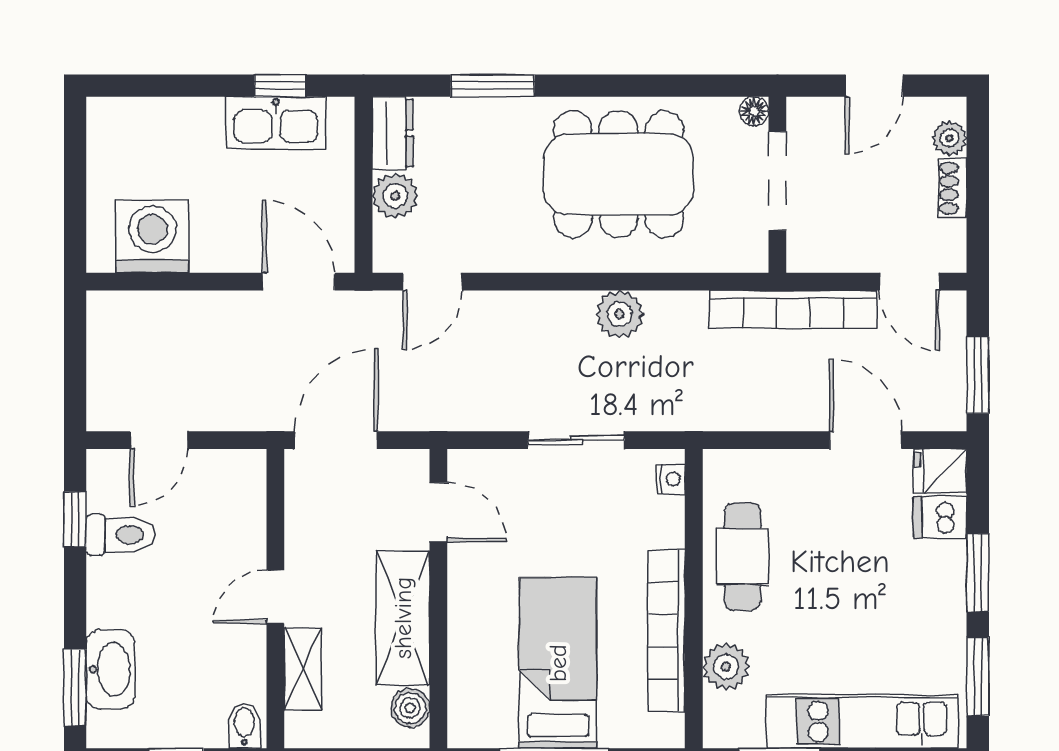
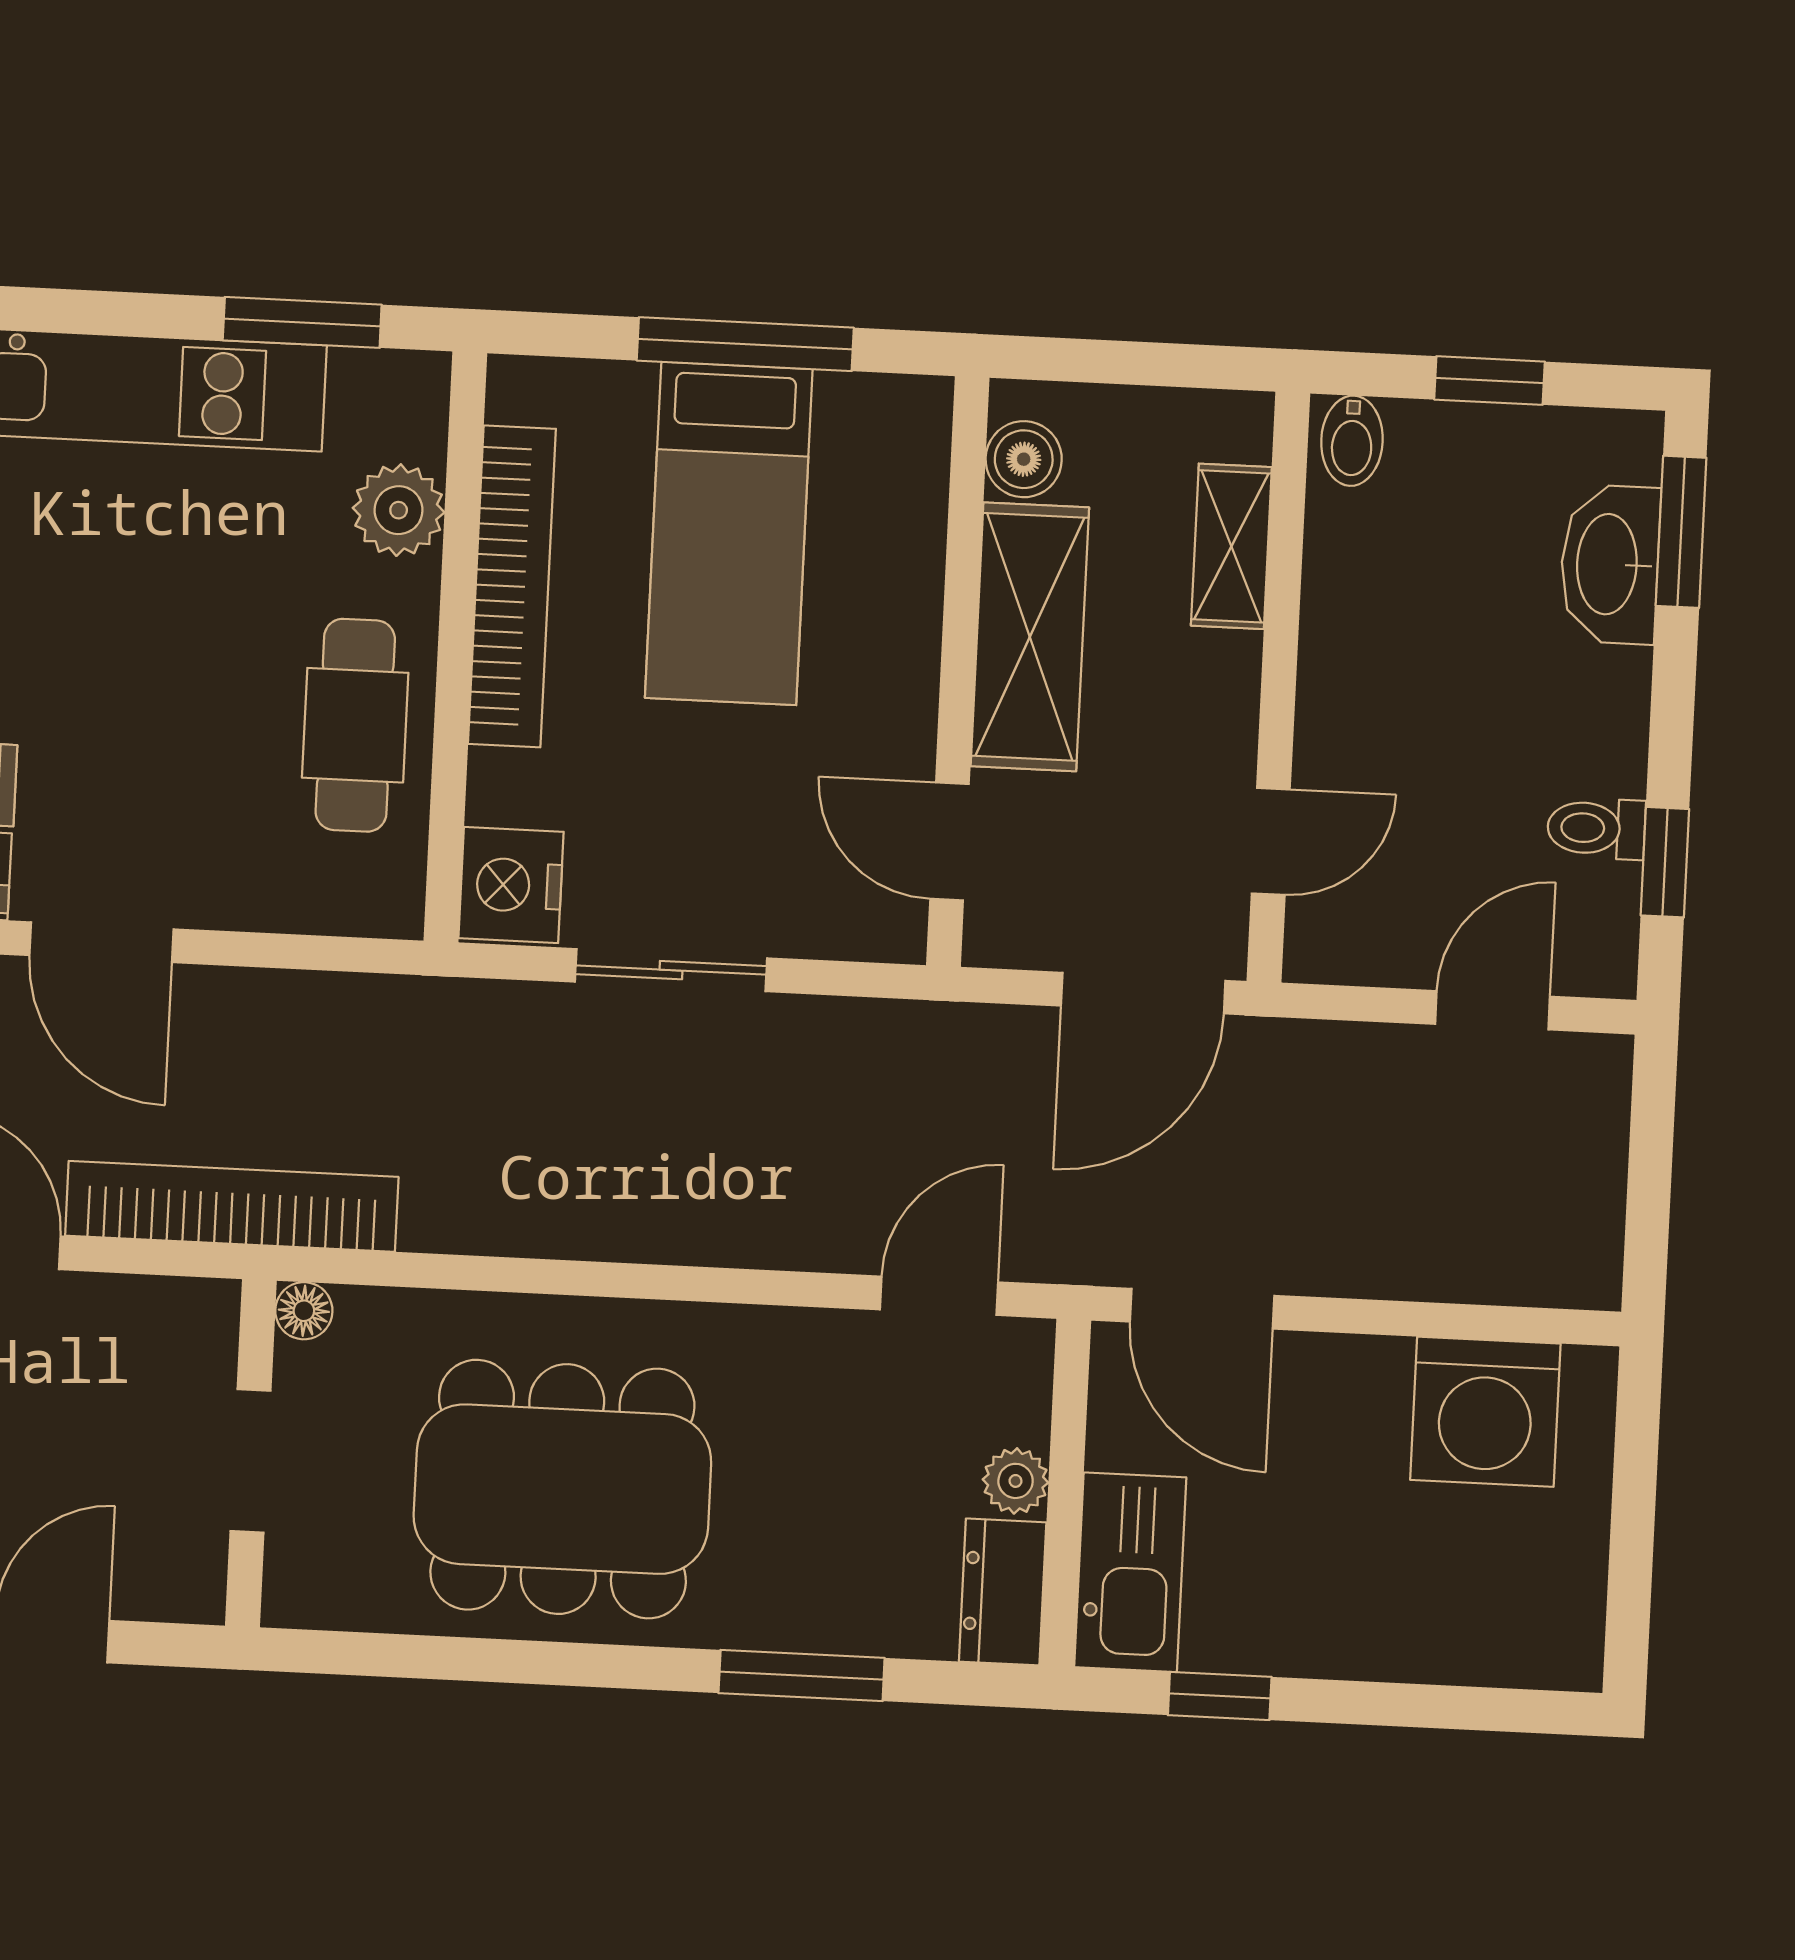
floor lamp: (754, 111) -> (304, 1311), moved
kitchen sink: (276, 123) -> (1130, 1572), moved, turned 90
doorway: (777, 181) -> (251, 1461), width x0.73
plant: (395, 196) -> (1016, 1481), width x0.73, depth x0.73
plant: (620, 314) -> (574, 1214), removed
nightstand: (671, 479) -> (511, 885), width x1.89, depth x1.79
toilet: (120, 535) -> (1596, 828), width x0.73, depth x0.72
door: (275, 597) -> (1271, 841), moved

